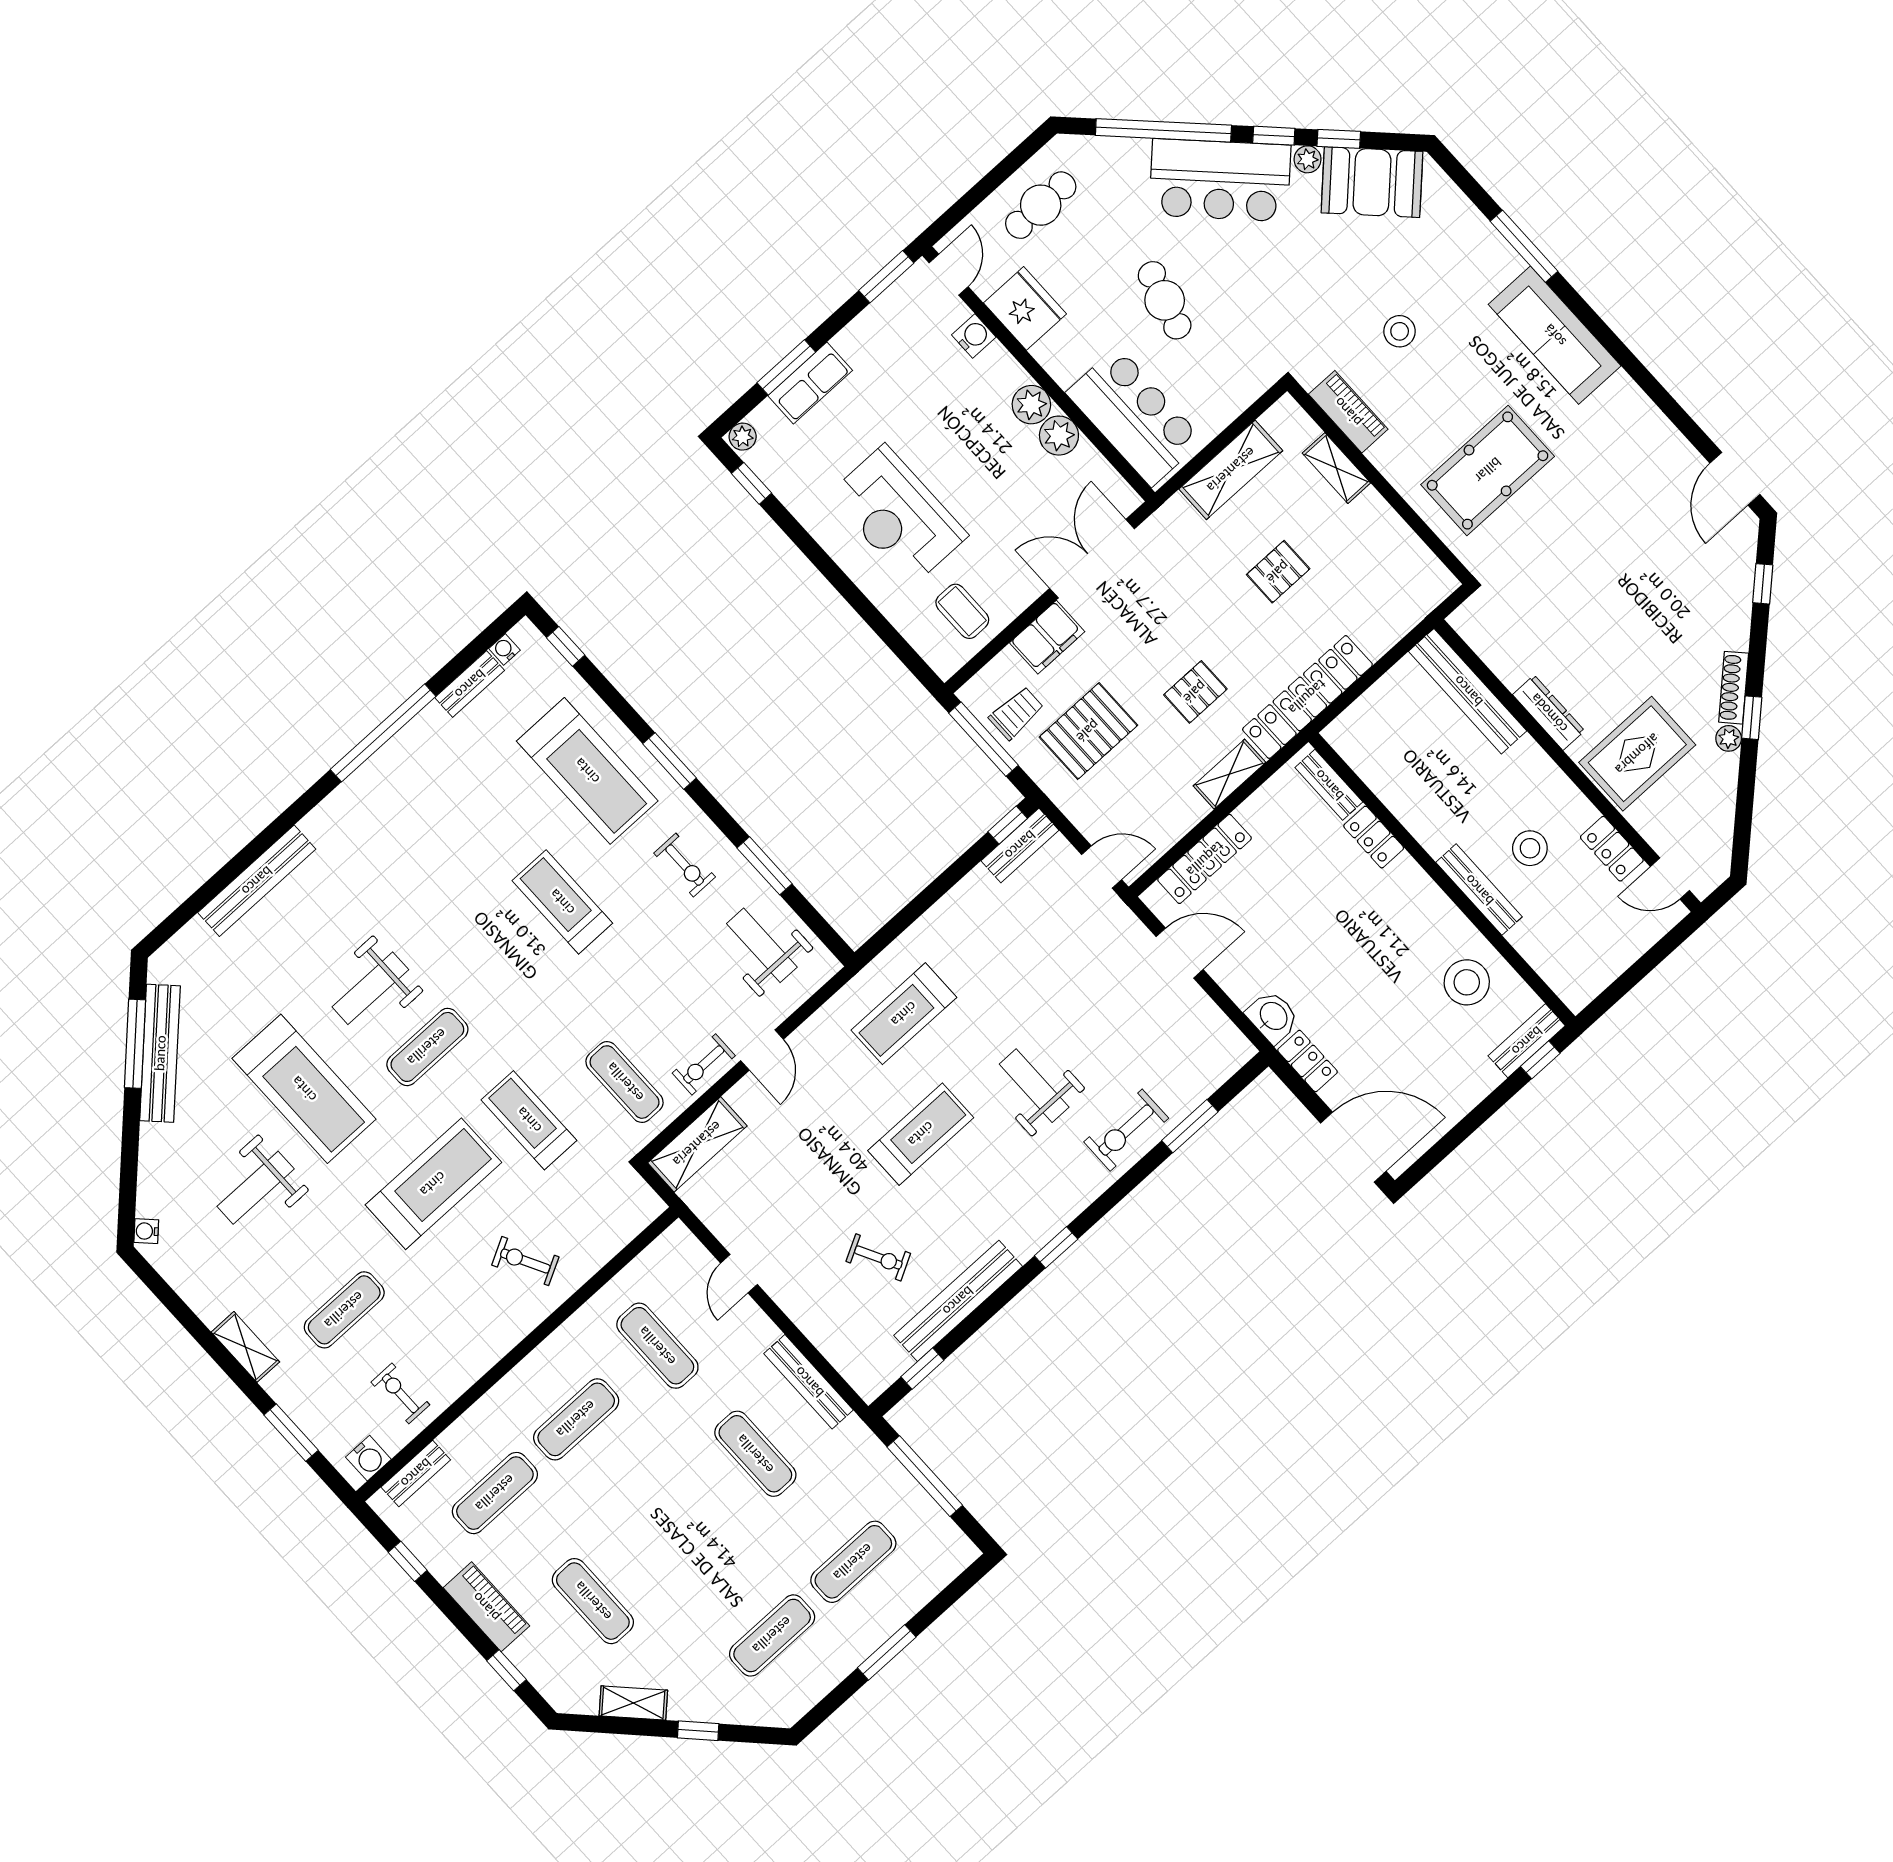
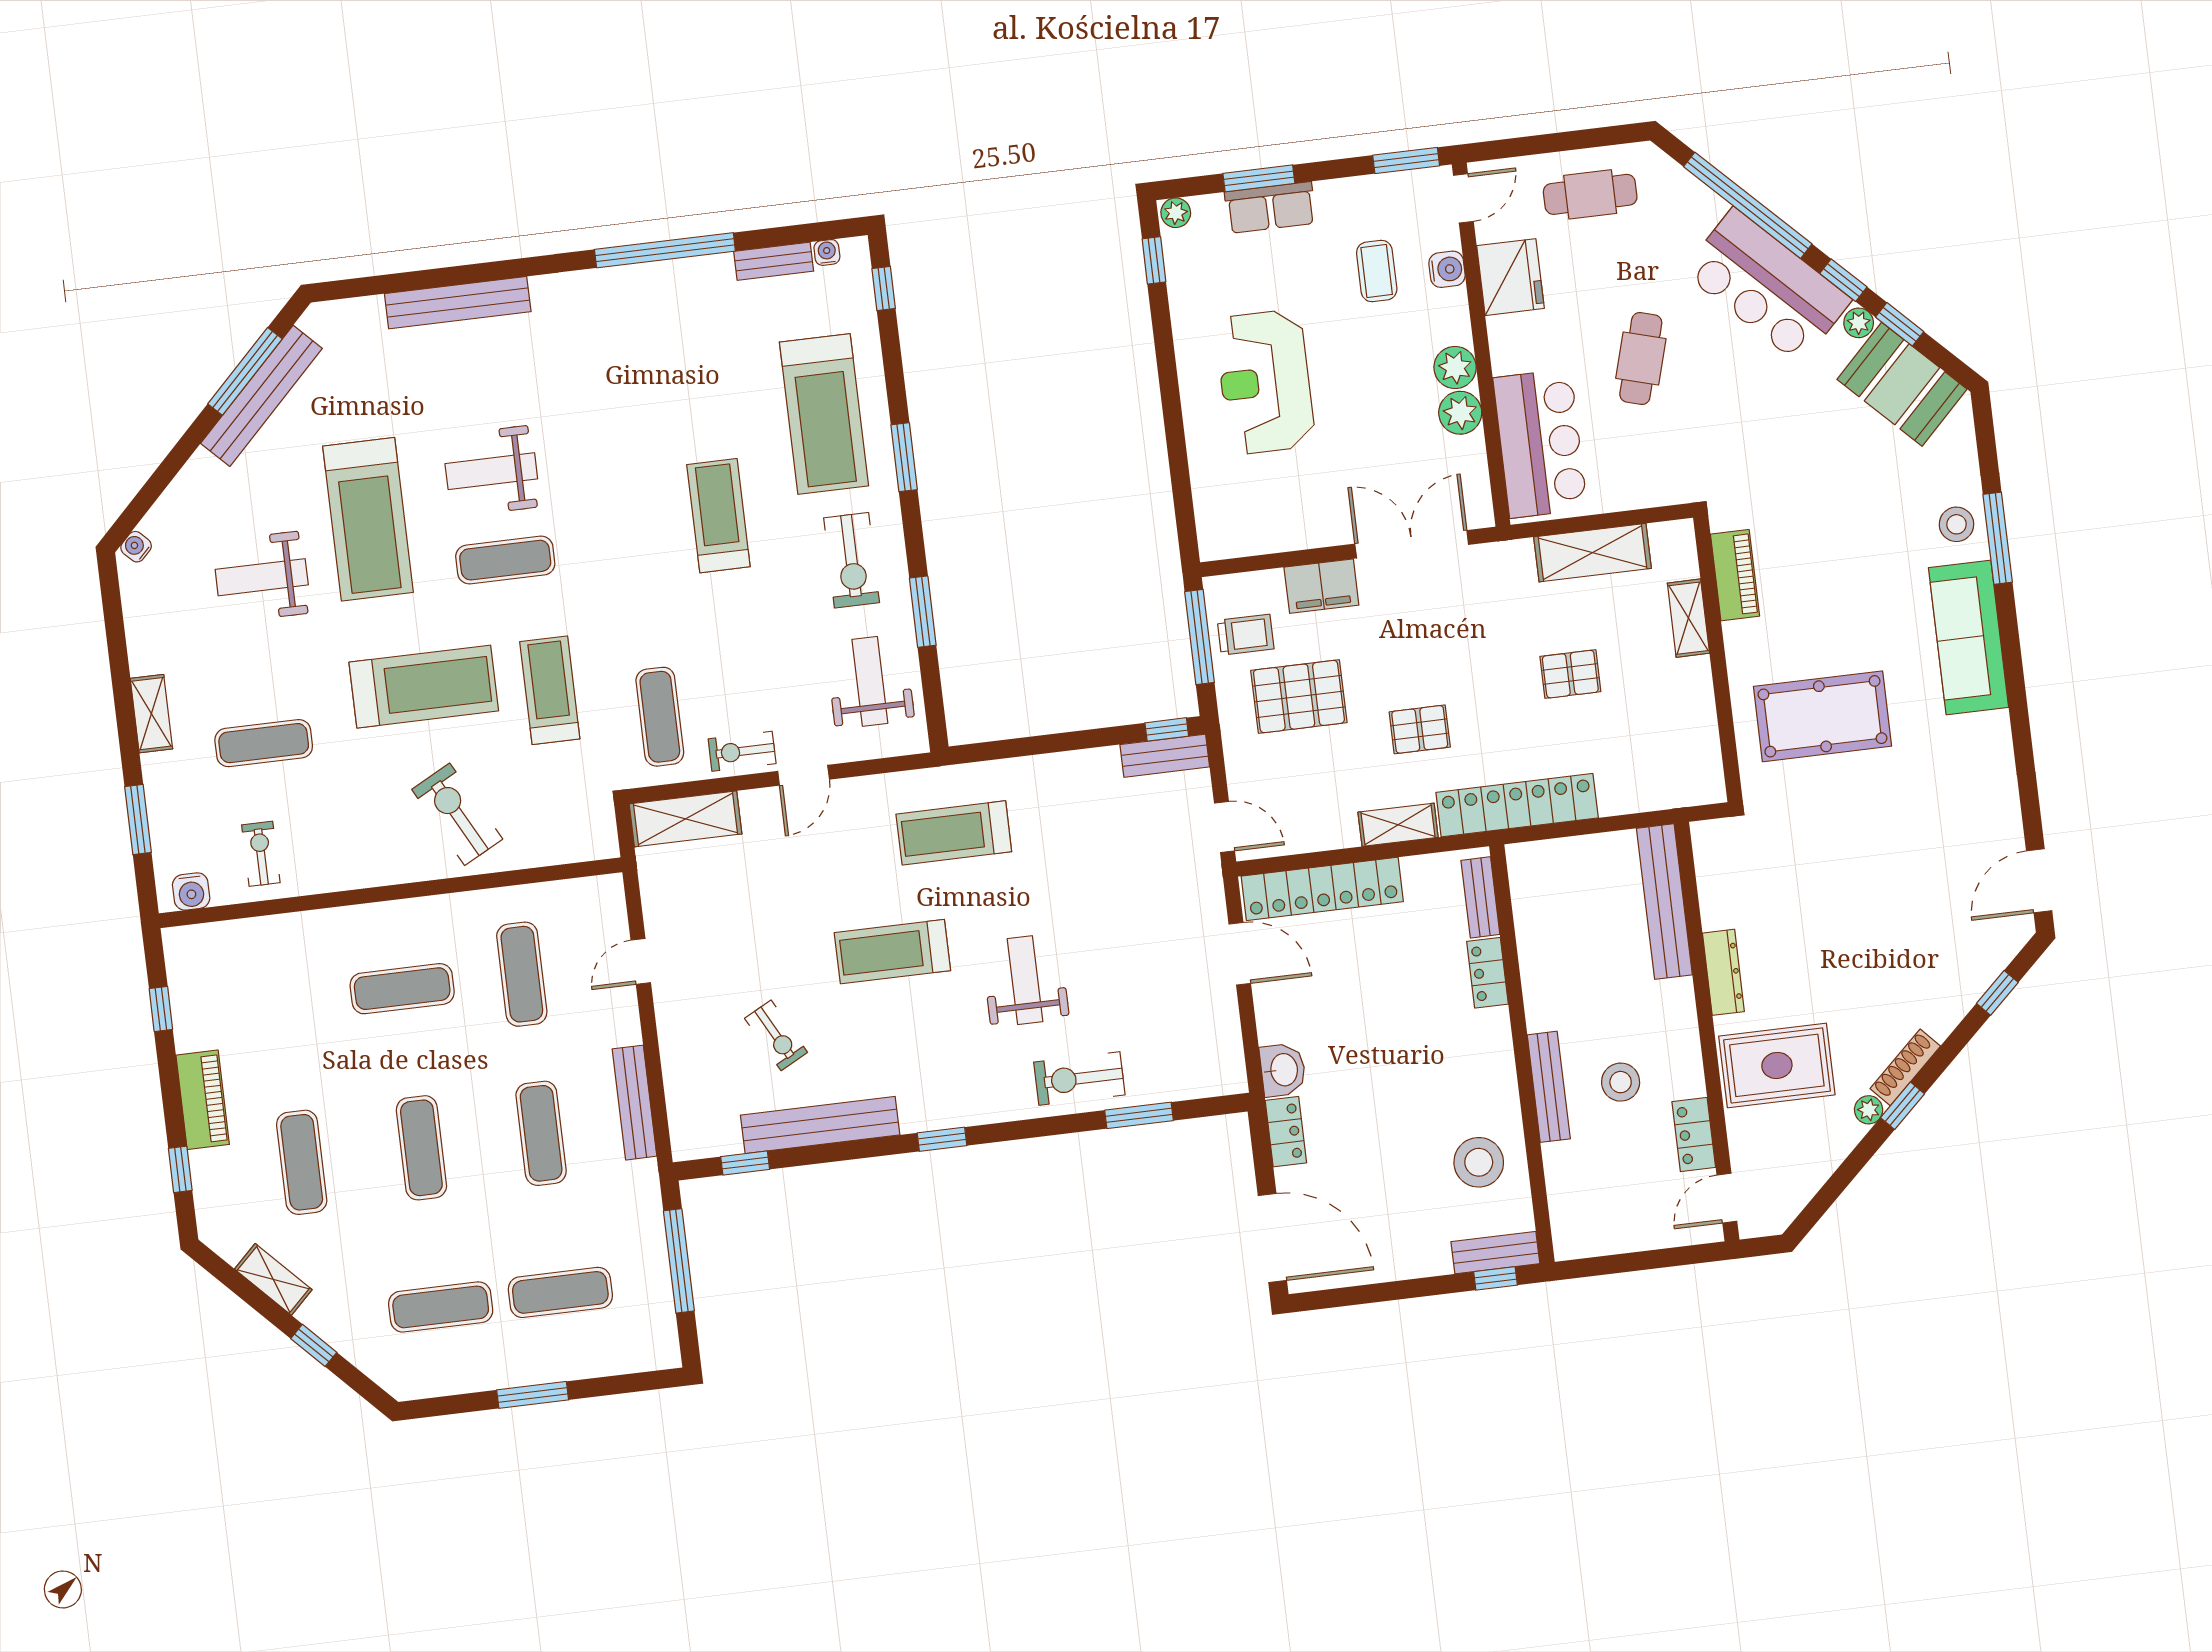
stool: (1400, 331) -> (1956, 524), moved
coffee table: (962, 611) -> (1377, 271), moved
locker: (1205, 859) -> (1322, 889), width x1.41, depth x1.21
exercise bike: (685, 865) -> (852, 560), width x1.38, depth x1.39
door: (1670, 878) -> (1727, 1198), hinge flipped
treadmill: (921, 1134) -> (892, 952), turned 180
exercise bike: (525, 1261) -> (457, 814), width x1.38, depth x1.39
bench: (416, 1473) -> (224, 935), removed
exercise mat: (495, 1493) -> (421, 1148), moved, turned 90

